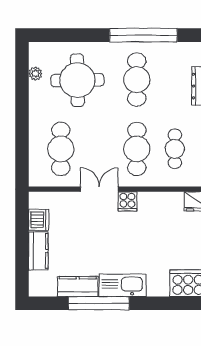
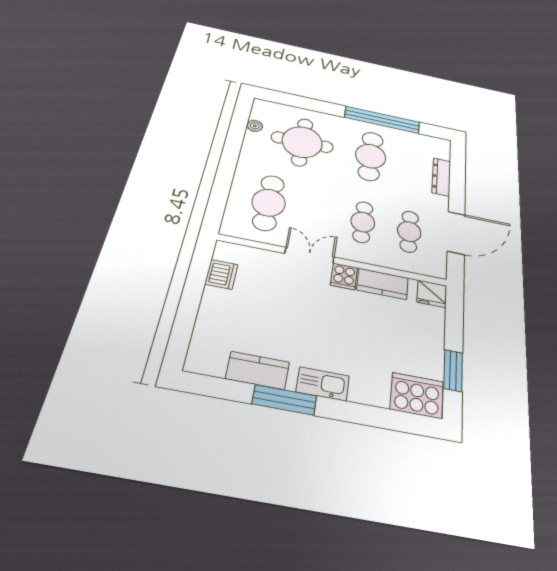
cafe table: (137, 149) -> (363, 222), width x0.73, depth x0.74
kitchen counter: (38, 251) -> (383, 284), moved, turned 90
kitchen sink: (123, 285) -> (323, 384), width x0.73, depth x0.81
window: (99, 303) -> (284, 400), width x0.68

